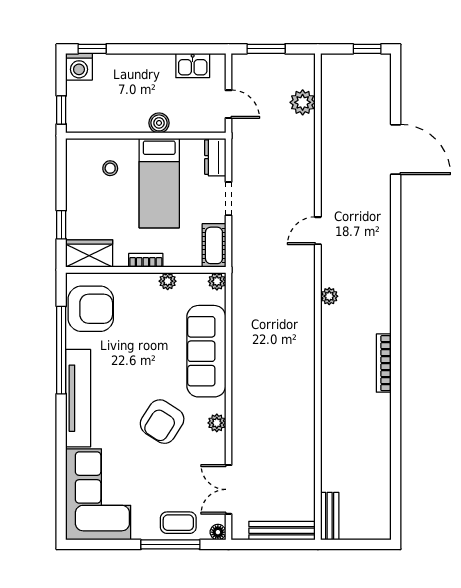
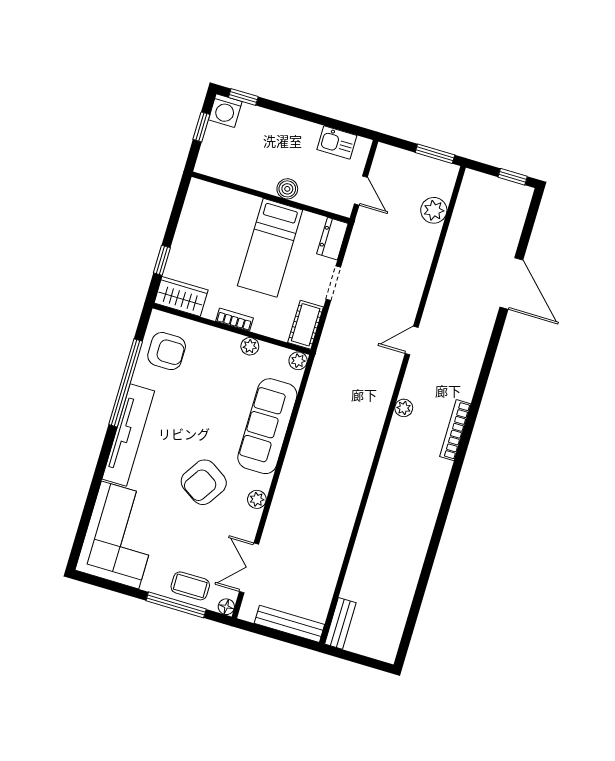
window: (266, 49) -> (435, 154), moved
window: (61, 110) -> (201, 127), moved
stool: (110, 168) -> (226, 219), removed
armchair: (91, 309) -> (167, 351), width x0.73, depth x0.73
bookcase: (384, 363) -> (455, 430), moved

